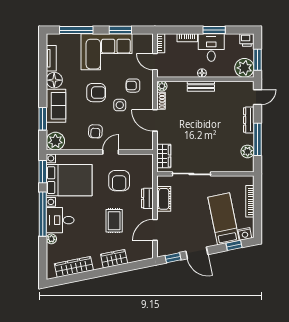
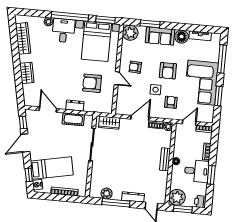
rug: (114, 221) -> (59, 76), removed

